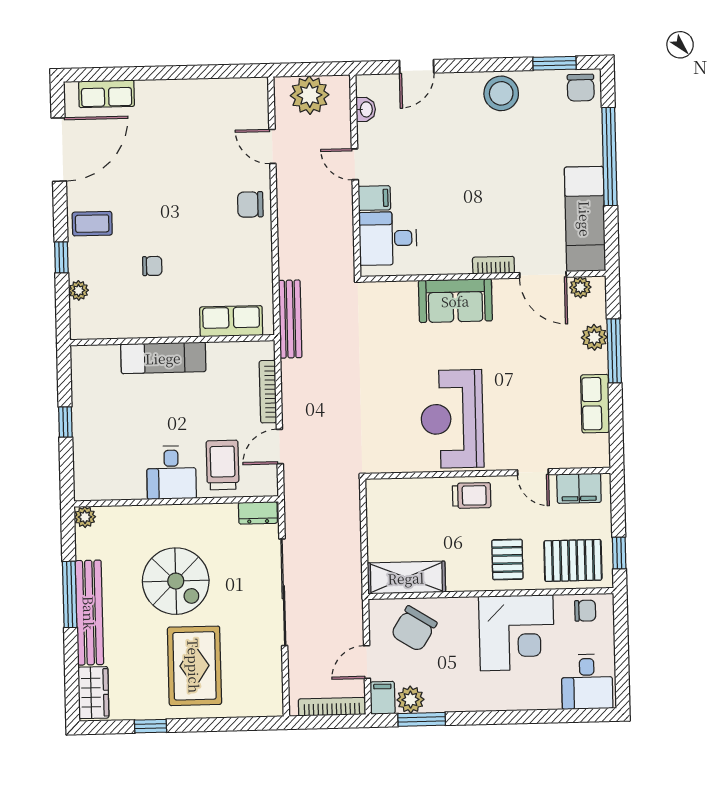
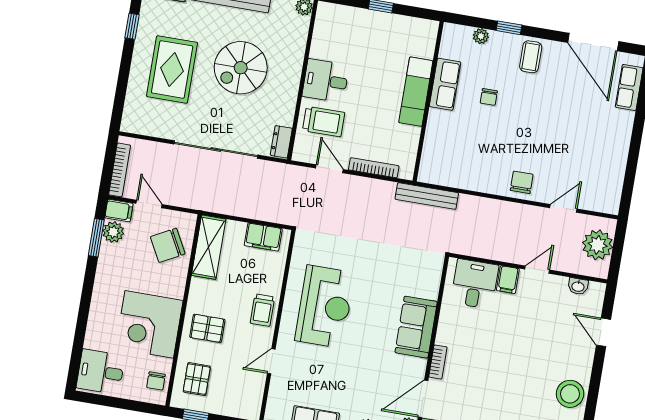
row of seats: (231, 321) -> (445, 84), moved
reception desk: (452, 419) -> (325, 307), turned 90
filing cabinet: (579, 488) -> (263, 237), moved, turned -90
pallet: (573, 560) -> (197, 379), width x0.67, depth x0.71
chair: (414, 629) -> (168, 245), turned -60
rug: (194, 666) -> (172, 69), turned 90

